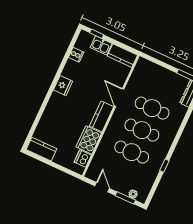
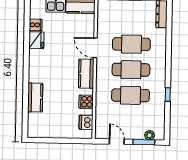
fridge: (63, 86) -> (36, 40), moved
cooker: (89, 140) -> (86, 102), width x0.53, depth x0.76
kitchen counter: (42, 149) -> (35, 98), moved, turned 90

